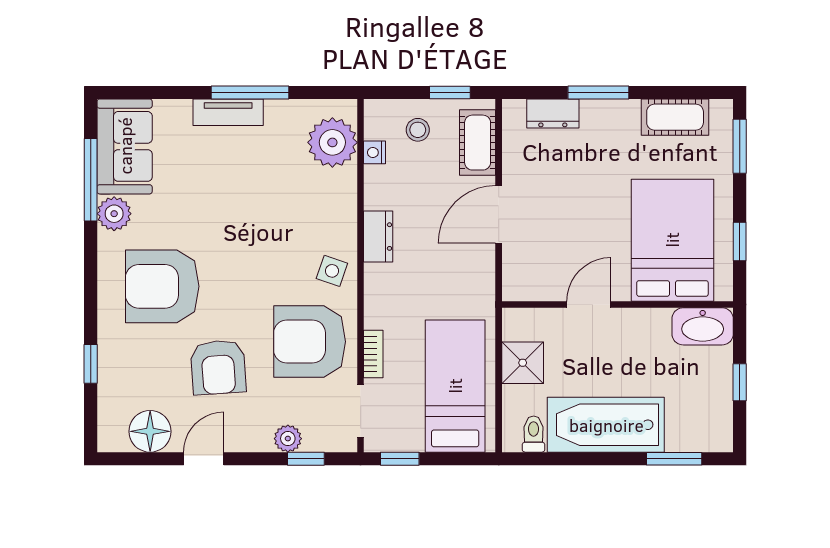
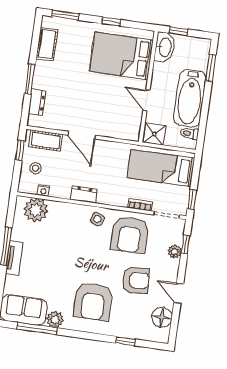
bed: (672, 240) -> (121, 56), moved
door: (589, 304) -> (146, 100), moved
wall: (618, 304) -> (148, 87), moved
washbasin: (703, 326) -> (165, 47), moved

